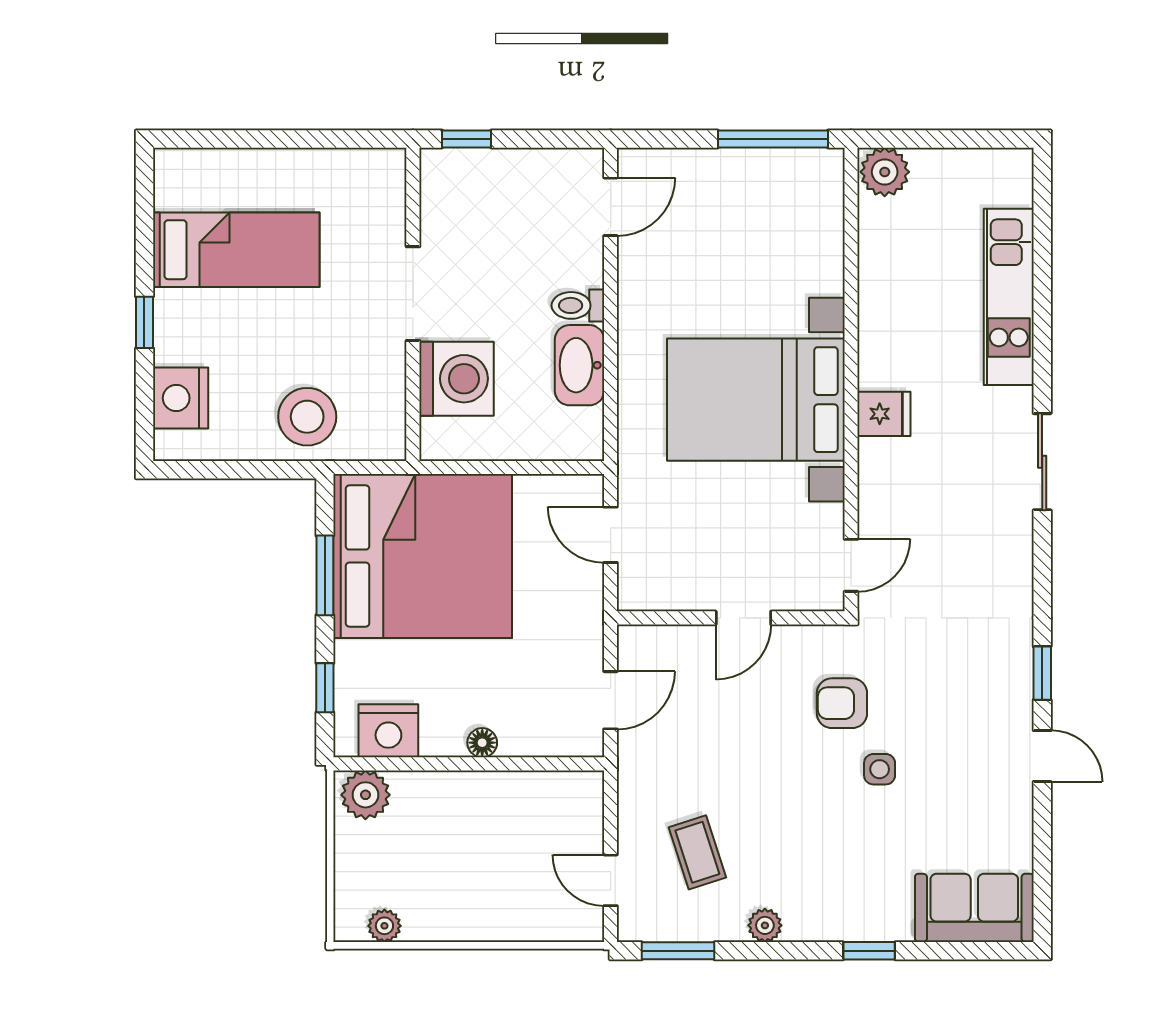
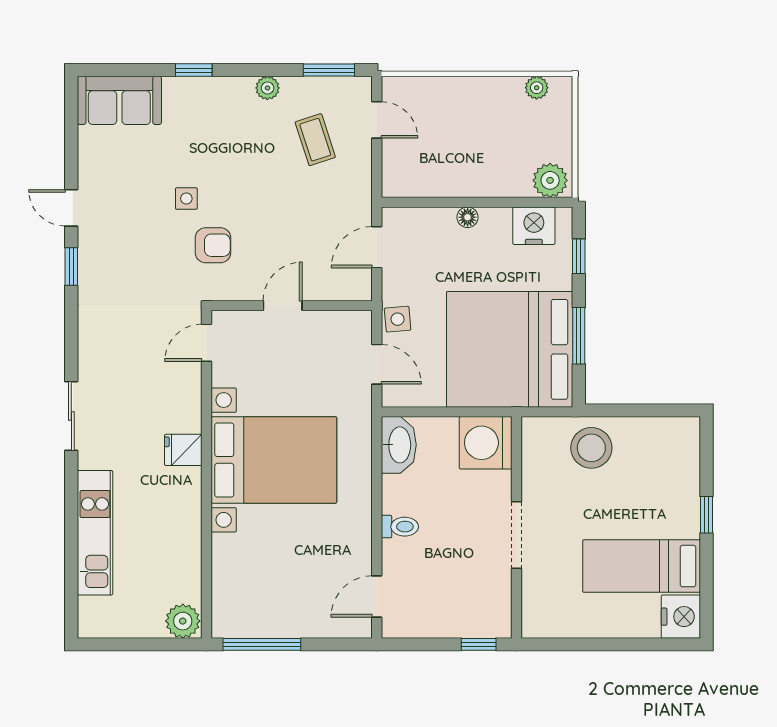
washbasin: (579, 365) -> (399, 445), moved
washing machine: (457, 379) -> (486, 443), moved
nightstand: (181, 398) -> (681, 617), moved
side table: (581, 599) -> (398, 319), added

